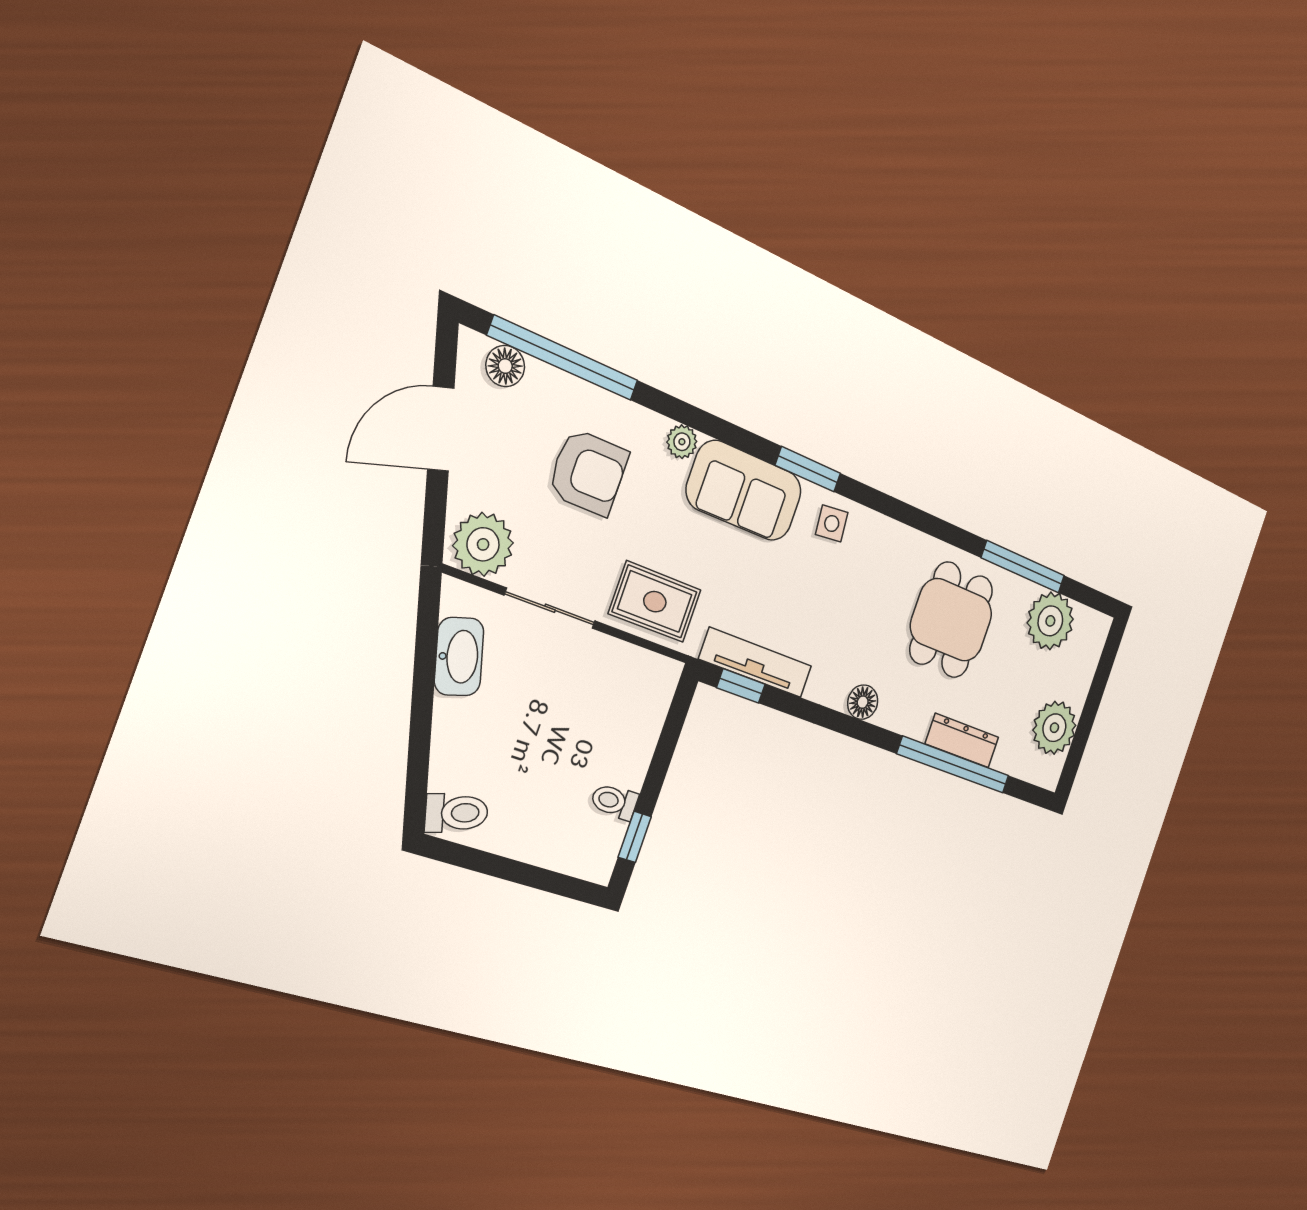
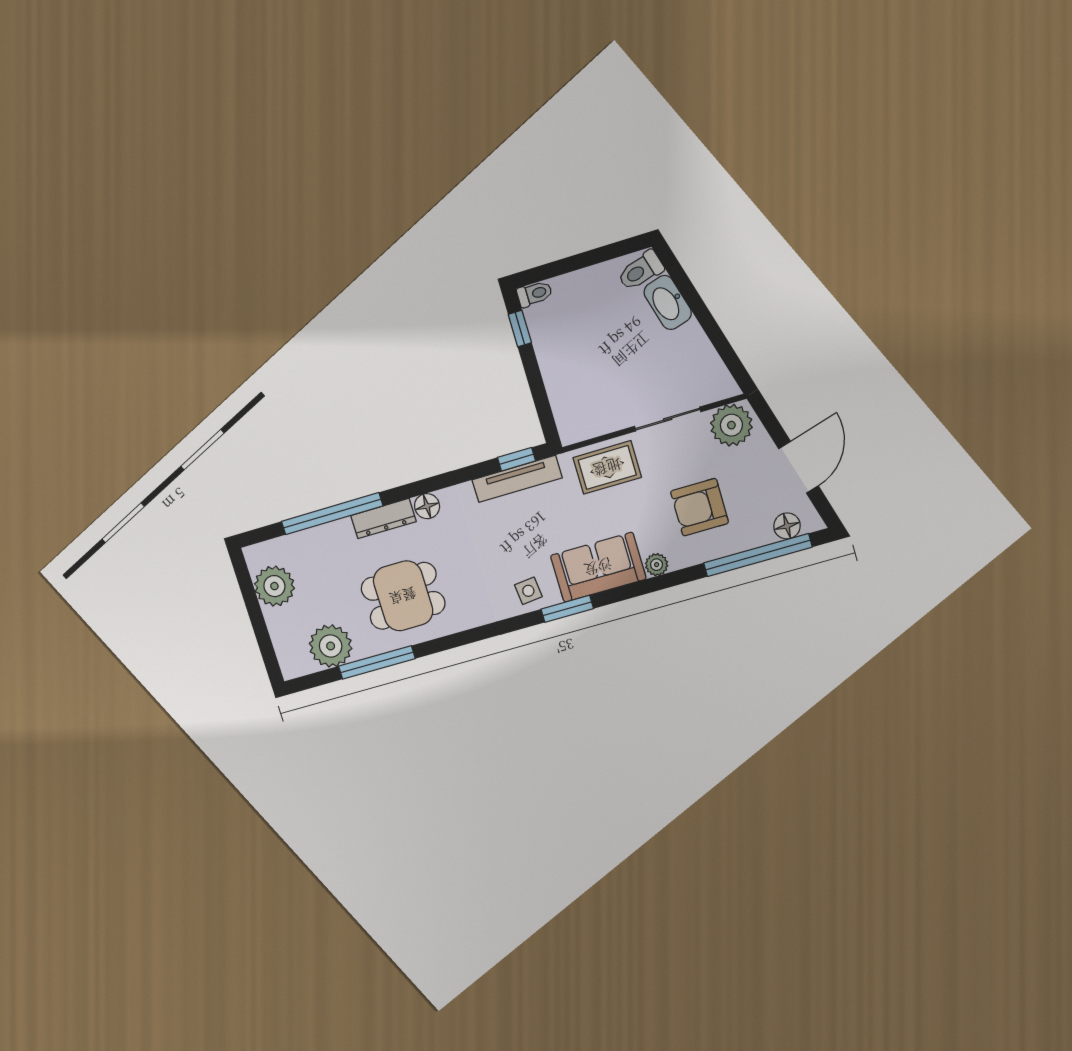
dining table: (951, 620) -> (403, 596), turned 90
washbasin: (459, 657) -> (668, 303), moved
dresser: (962, 741) -> (383, 519), moved
toilet: (614, 801) -> (535, 294), moved

